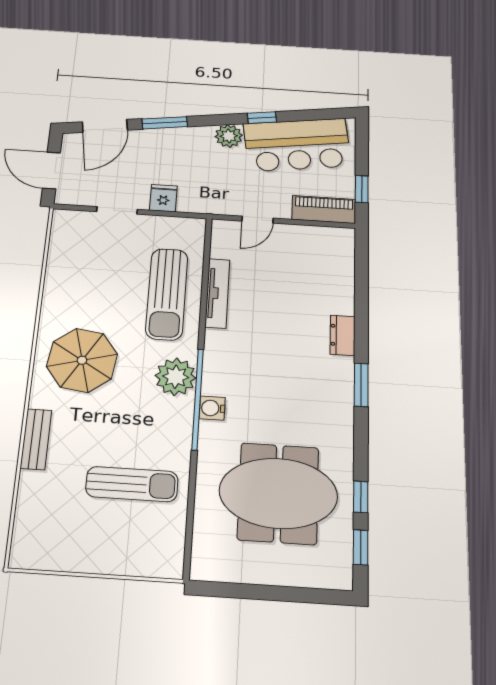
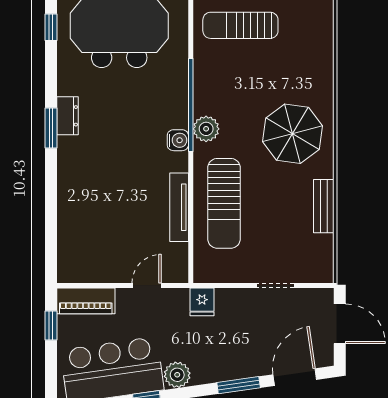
fridge: (163, 198) -> (202, 302), moved
sun lounger: (167, 294) -> (224, 203), turned 180
dresser: (342, 335) -> (67, 116), moved
plant: (176, 377) -> (206, 129), width x0.73, depth x0.73
water cooler: (212, 408) -> (178, 140), moved
bench: (36, 439) -> (324, 206), moved

